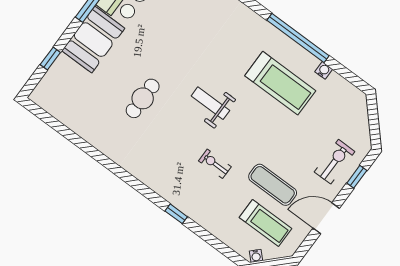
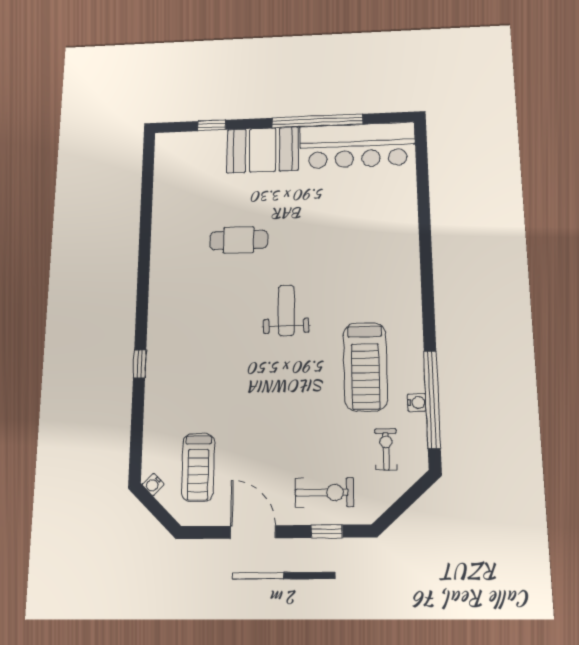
window: (298, 38) -> (432, 399), moved
exercise bike: (215, 164) -> (386, 449), moved
exercise mat: (273, 185) -> (247, 443), removed

